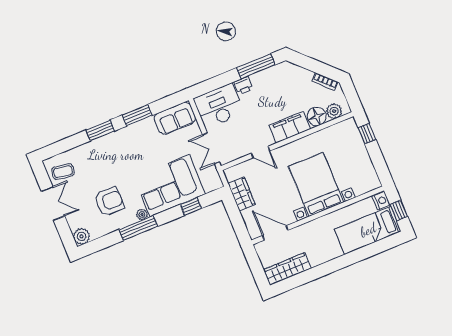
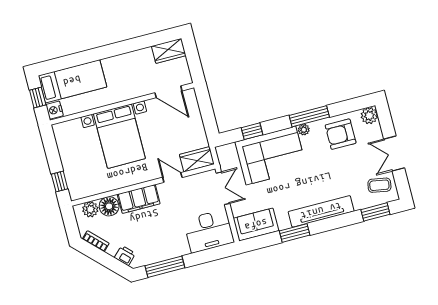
printer: (243, 85) -> (125, 256), moved, turned 45
window: (100, 130) -> (375, 212), moved
tv unit: (115, 139) -> (321, 211), added
wardrobe: (242, 194) -> (197, 159), moved, turned 90
armchair: (109, 201) -> (341, 134), moved
wardrobe: (287, 269) -> (169, 51), width x0.67

